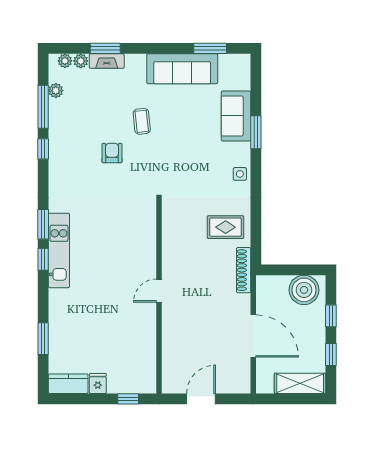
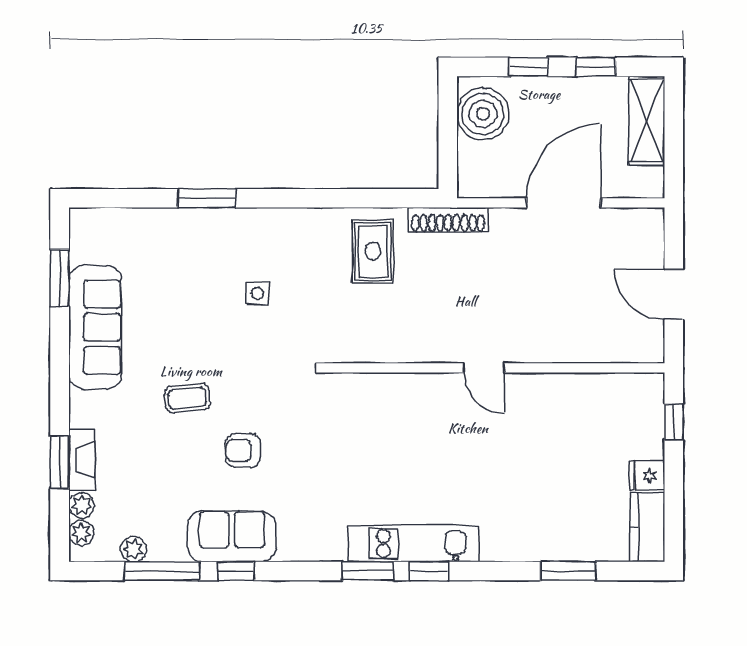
sofa: (236, 116) -> (232, 536), moved, turned 180
side table: (240, 174) -> (258, 293), moved

